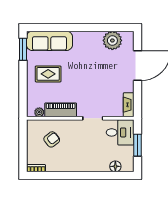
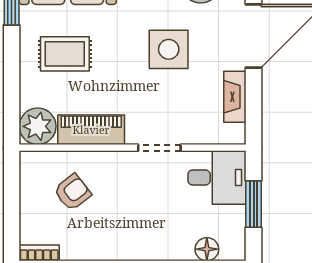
side table: (97, 72) -> (169, 49), added
fireplace: (129, 105) -> (235, 97), moved
plant: (39, 112) -> (38, 126), width x1.88, depth x1.88

